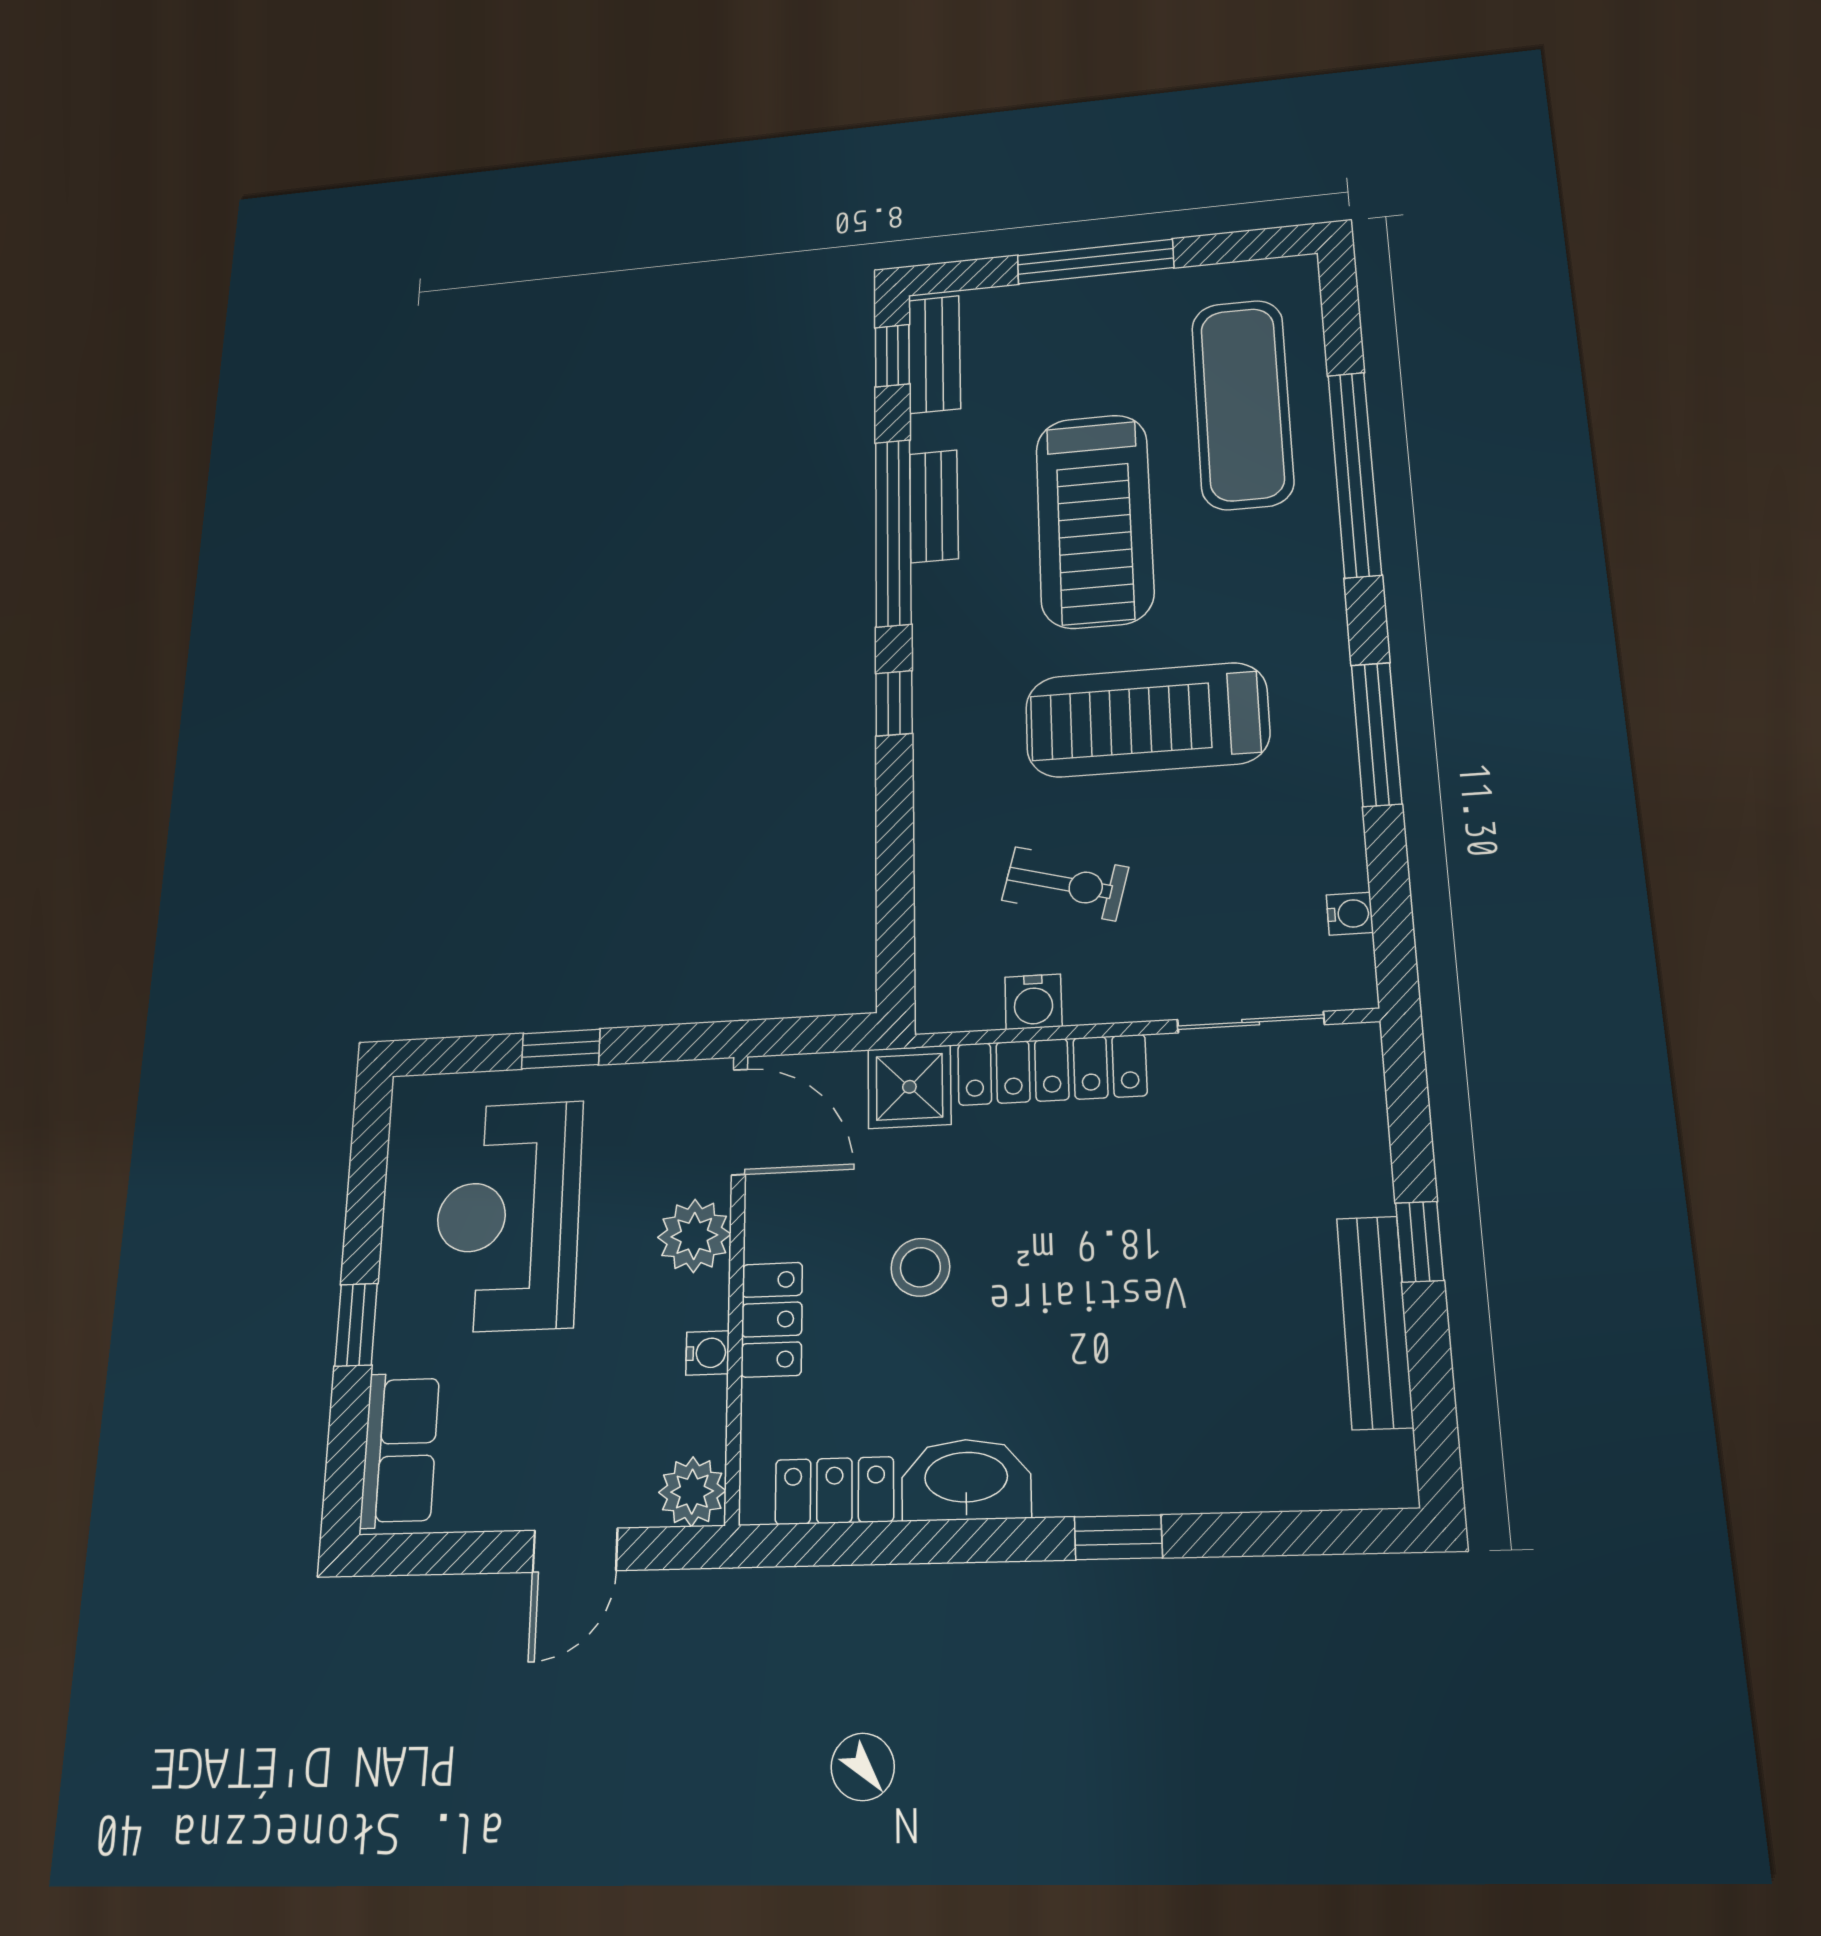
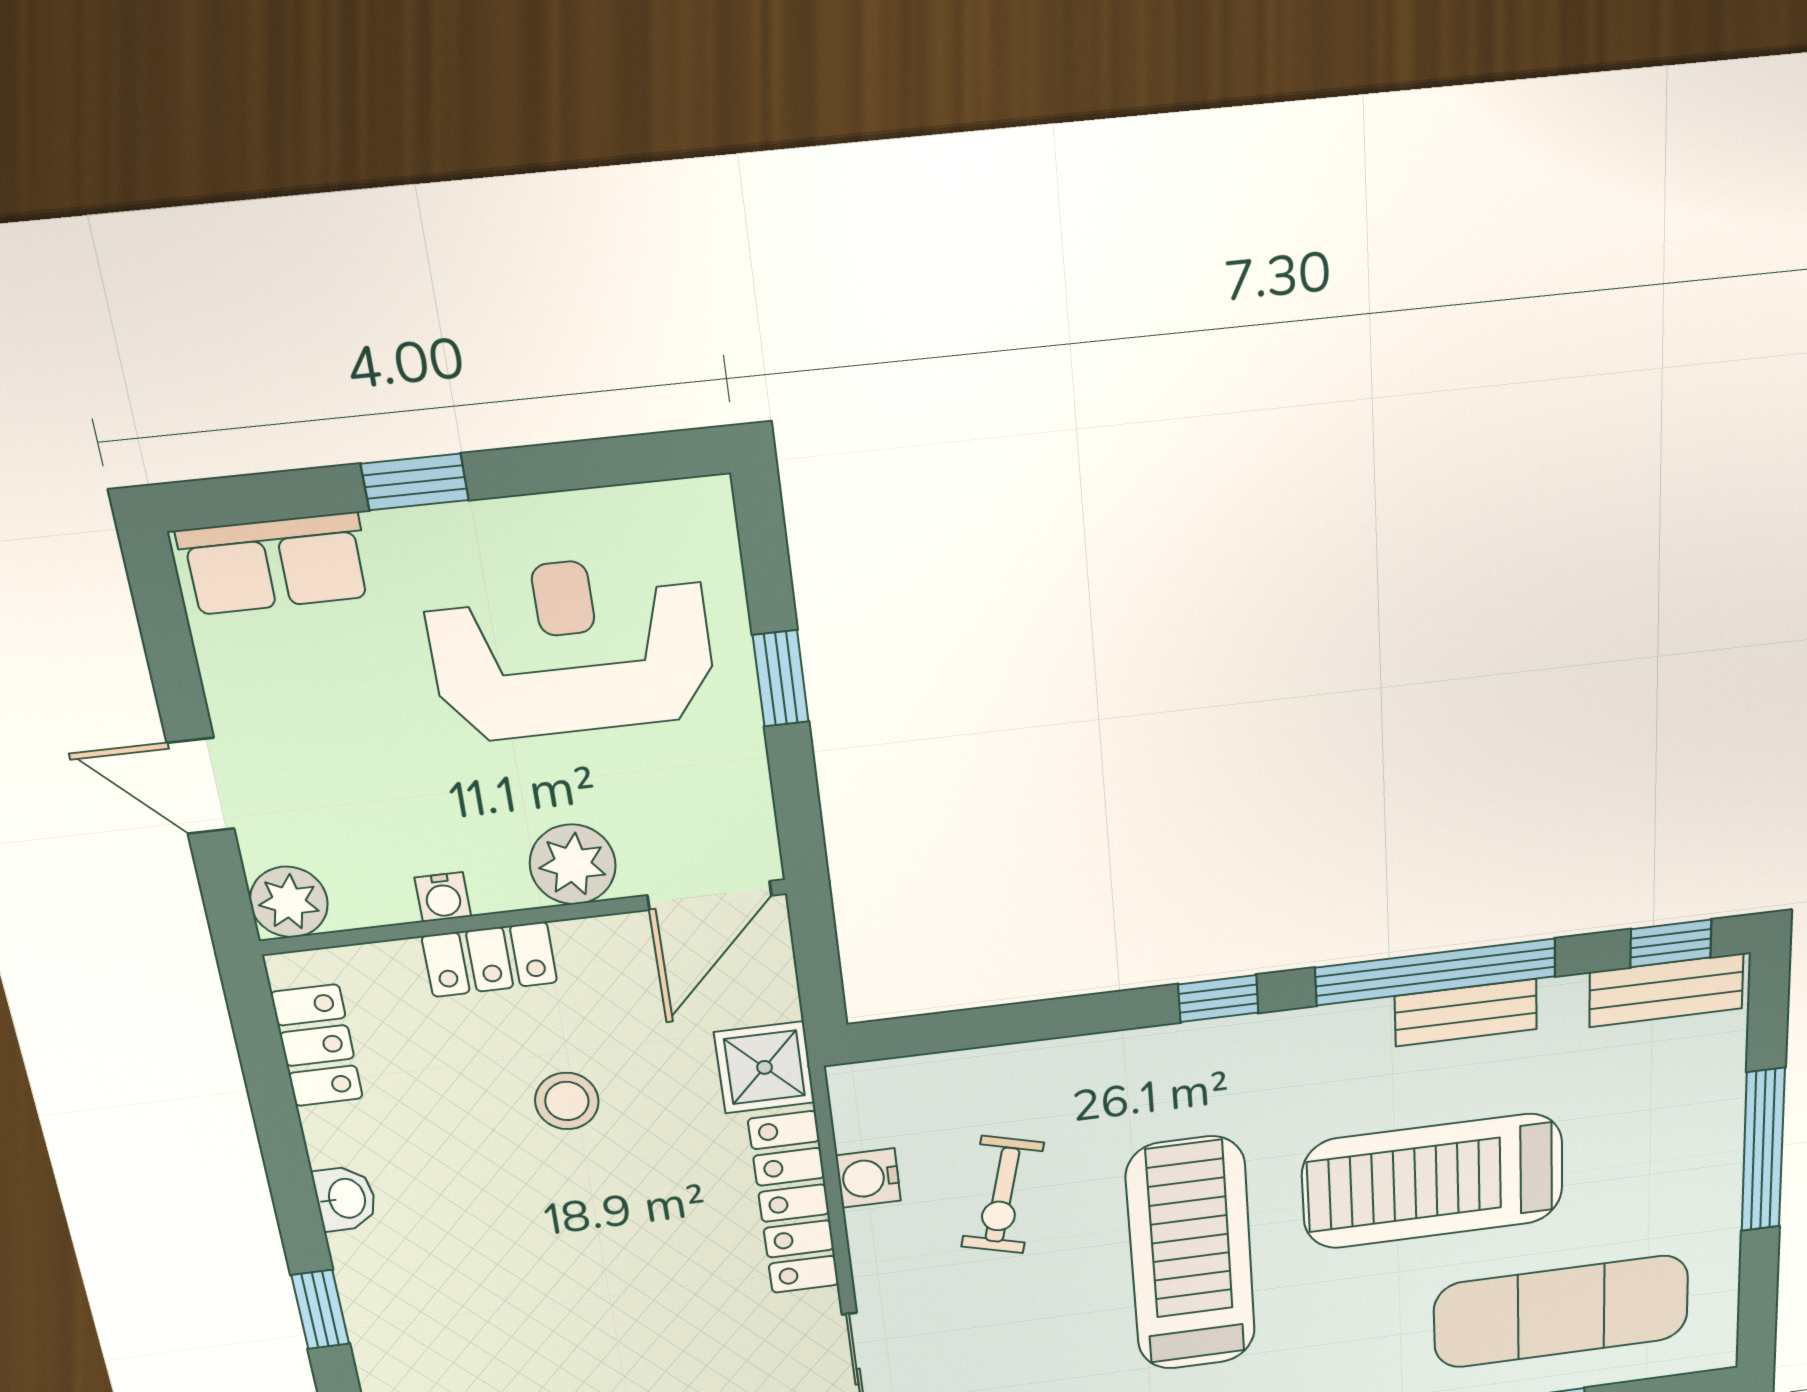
washbasin: (966, 1479) -> (345, 1199), width x0.52, depth x0.69

